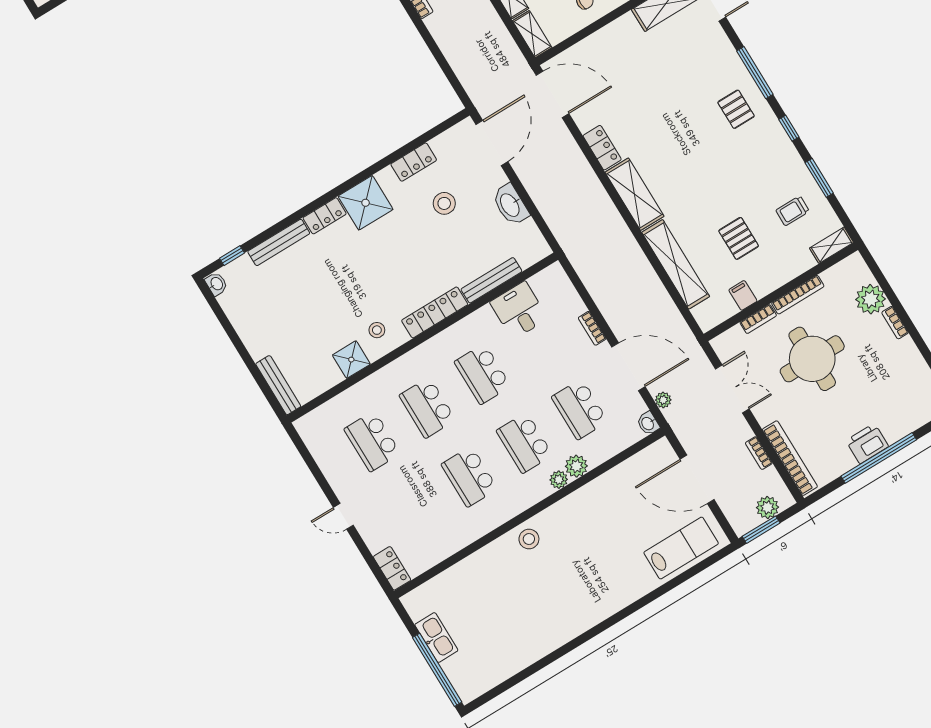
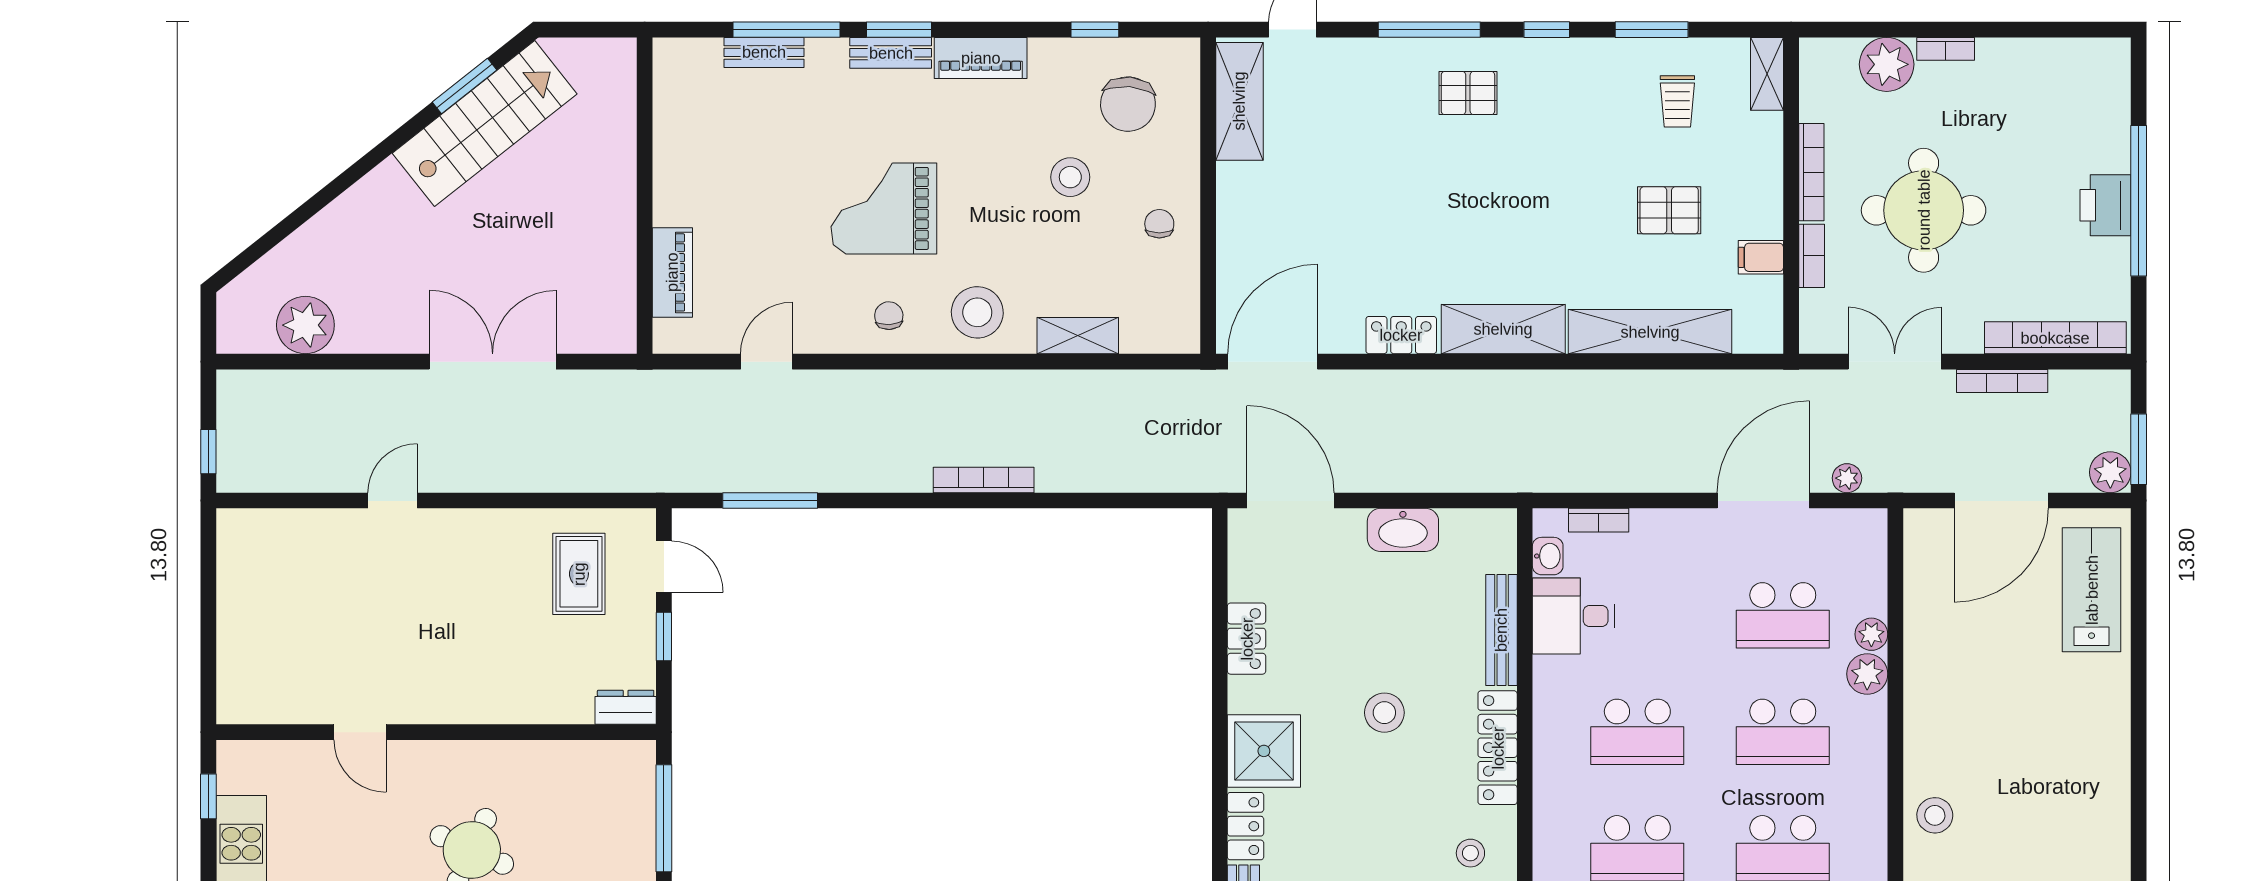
shelving: (532, 34) -> (1161, 336), removed
stool: (444, 203) -> (1384, 713), moved
bookcase: (592, 328) -> (1599, 520), moved
washbasin: (648, 423) -> (1548, 556), moved, turned -90
bookcase: (759, 453) -> (2002, 381), width x1.56
plant: (559, 480) -> (1871, 634), moved
plant: (767, 507) -> (2110, 472), moved

